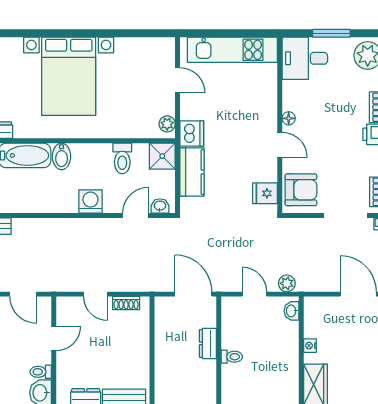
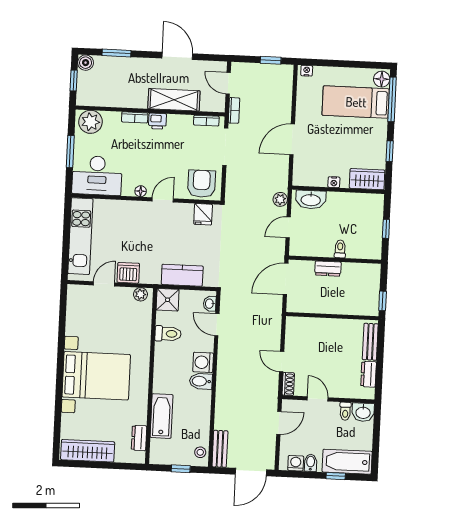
desk: (305, 58) -> (97, 175), width x1.37
dishwasher: (192, 134) -> (128, 273), moved
bidet: (62, 156) -> (201, 381), moved, turned 180
door: (96, 294) -> (282, 362), swing flipped
shoe rack: (126, 303) -> (288, 384), moved
washbasin: (292, 311) -> (311, 200), width x1.91, depth x1.45

